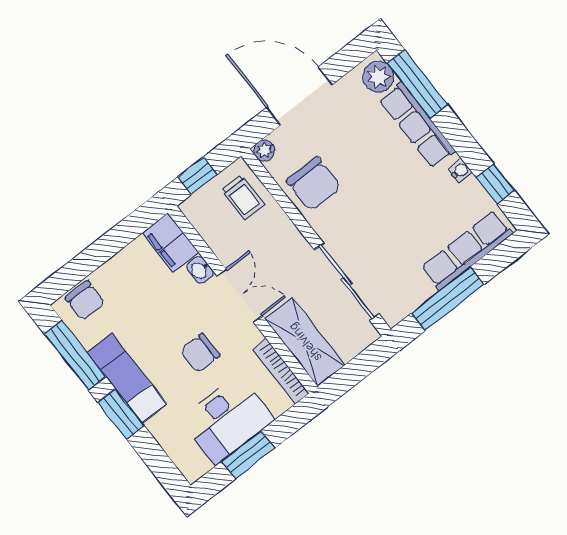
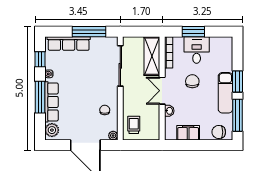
window: (417, 84) -> (40, 97), moved
window: (197, 176) -> (144, 145), removed
chair: (314, 184) -> (105, 110), width x0.54, depth x0.54
filing cabinet: (171, 243) -> (188, 133), moved, turned -90
chair: (85, 300) -> (219, 132), turned -90
chair: (200, 353) -> (192, 81), turned -90
desk: (227, 420) -> (197, 50), width x0.73
window: (248, 455) -> (193, 32), moved

